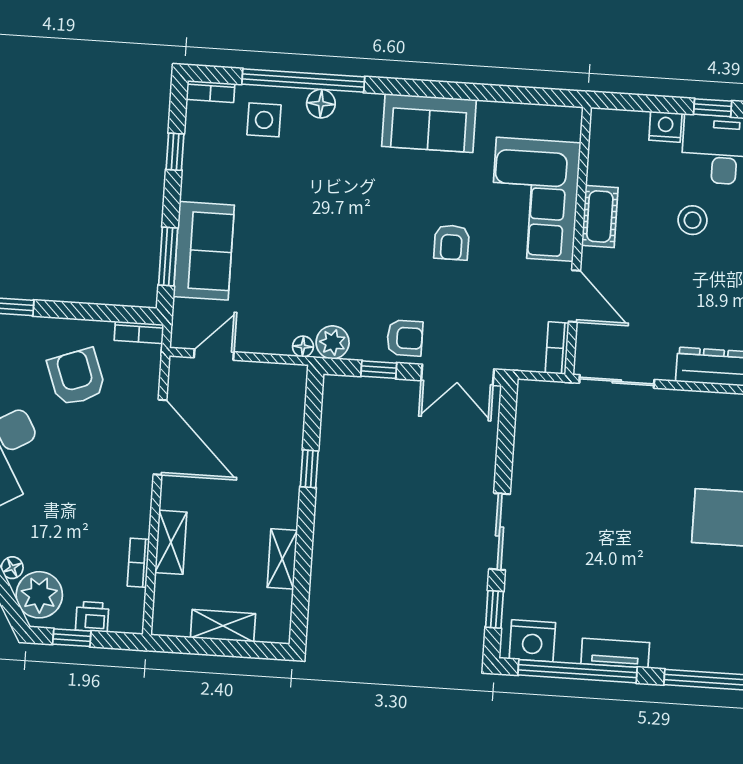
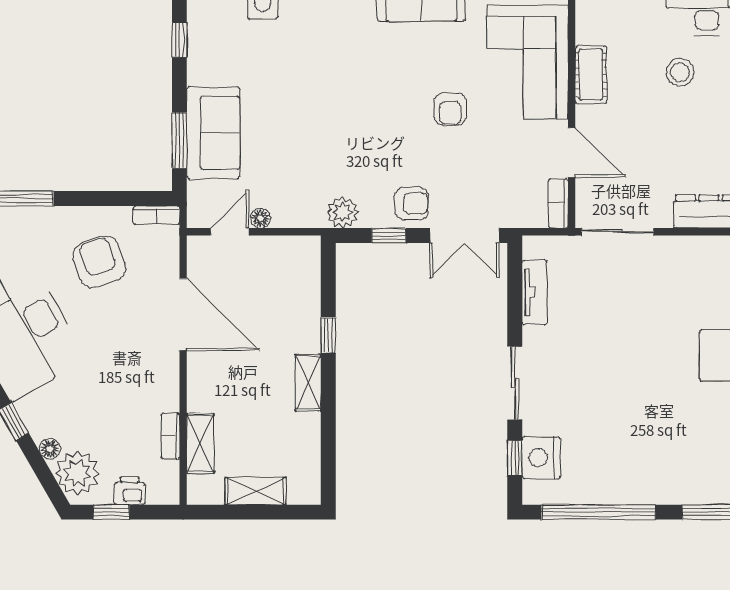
floor lamp: (303, 346) -> (261, 218), moved
shelving: (171, 542) -> (200, 443), moved
shelving: (282, 559) -> (308, 383), moved
nightstand: (532, 641) -> (541, 458), moved, turned 90
tv unit: (615, 653) -> (535, 293), moved, turned 90

